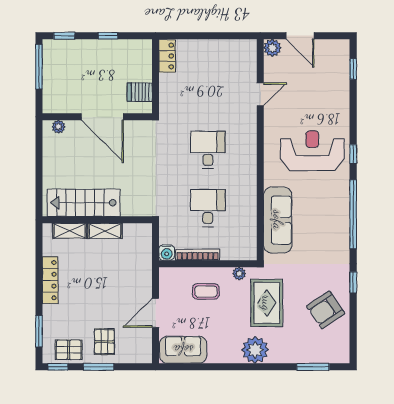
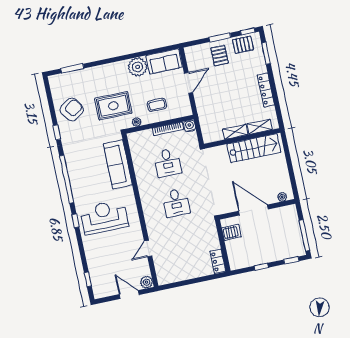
reception desk: (312, 151) -> (104, 217), turned 180
rug: (267, 303) -> (113, 106), turned 90
plant: (255, 350) -> (138, 67), moved

